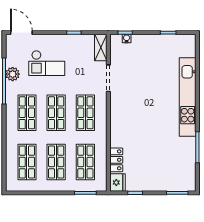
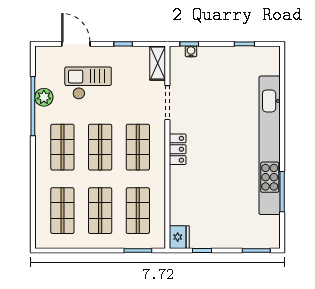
door: (21, 33) -> (76, 44), moved
checkout: (47, 63) -> (88, 83), turned 180
kitchen unit: (188, 97) -> (270, 145), width x1.36
locker: (116, 160) -> (178, 149), moved

